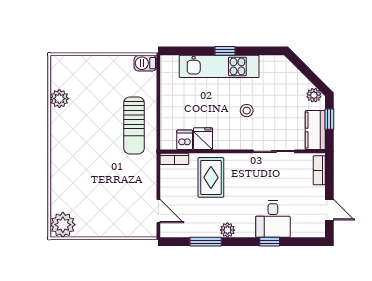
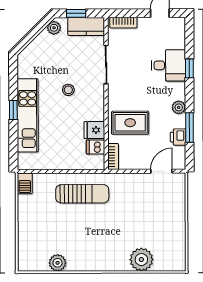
plant: (63, 225) -> (141, 260), moved
printer: (195, 229) -> (178, 137), added

